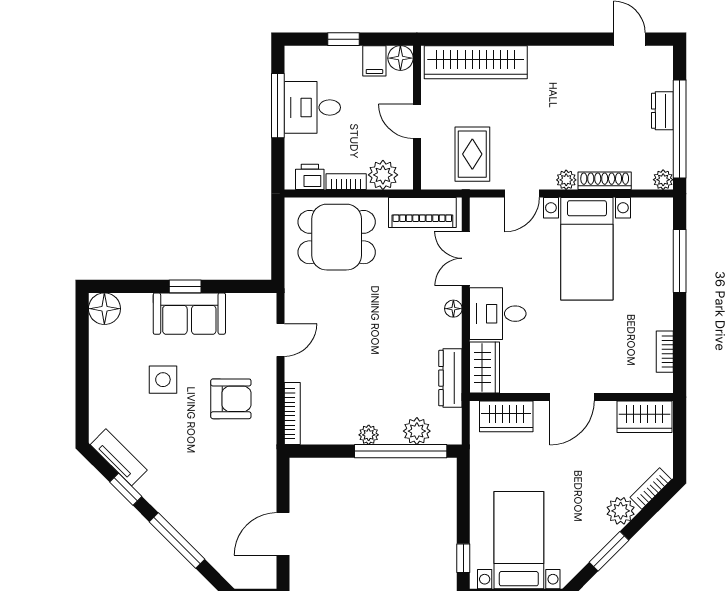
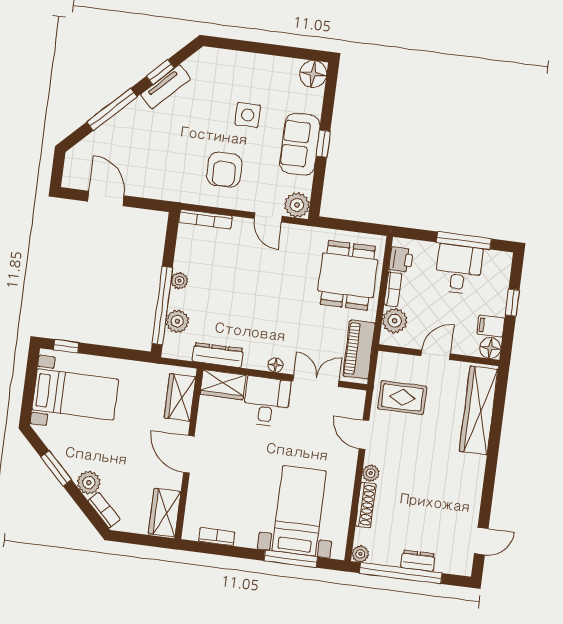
bed with nightstands: (587, 249) -> (299, 511), moved, turned 90
plant: (261, 308) -> (297, 205), added
tv unit: (119, 457) -> (166, 87), moved

